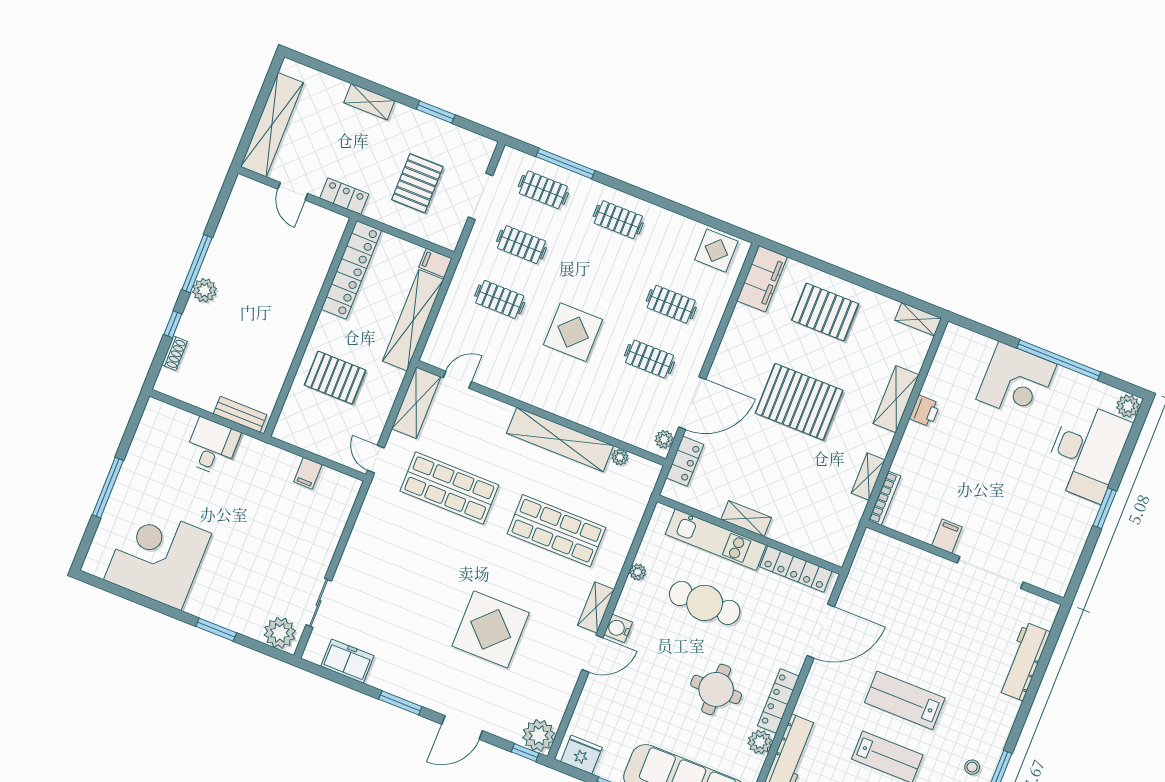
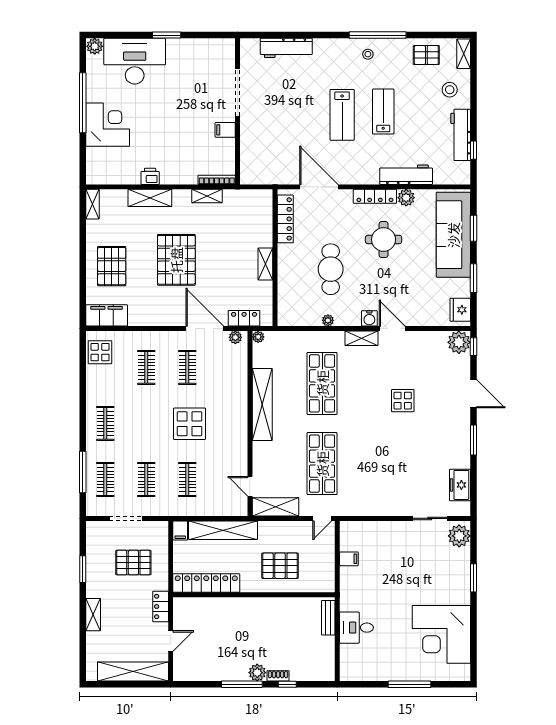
shoe rack: (174, 353) -> (278, 676), moved
pallet: (335, 378) -> (280, 566), turned 90
plant: (620, 457) -> (258, 337), moved
kitchen unit: (716, 540) -> (287, 278), removed
display table: (491, 629) -> (403, 401), width x0.54, depth x0.54

